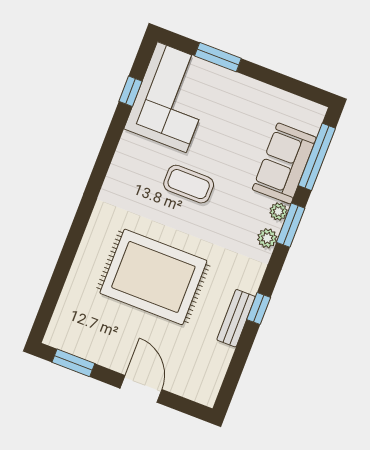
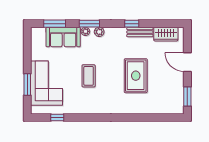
corner sofa: (172, 97) -> (47, 83), moved, turned 90
window: (317, 157) -> (55, 24), width x0.69
rug: (153, 277) -> (136, 76), width x0.73, depth x0.69
wardrobe: (213, 368) -> (166, 34), added
door: (141, 389) -> (187, 62), hinge flipped

